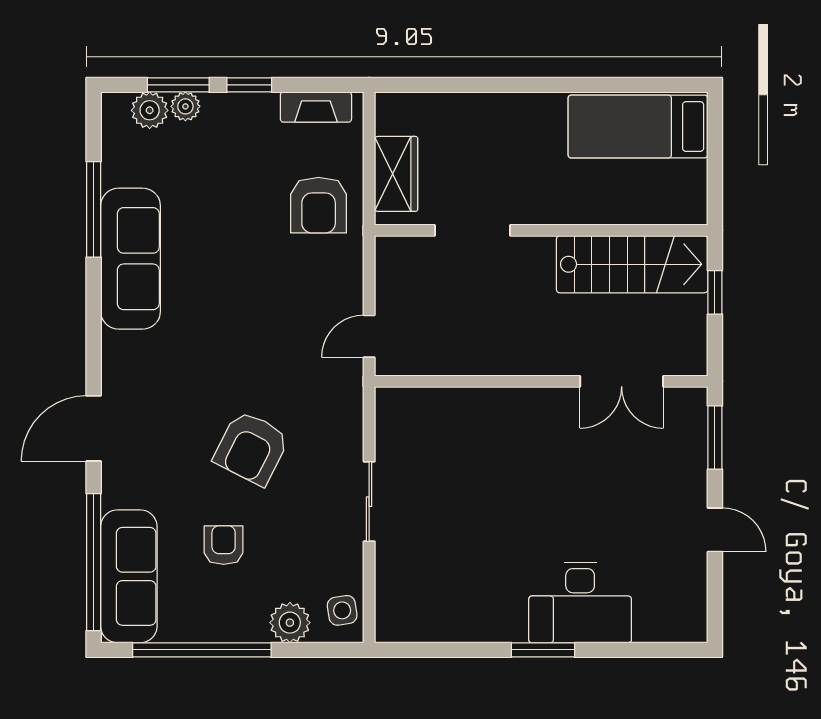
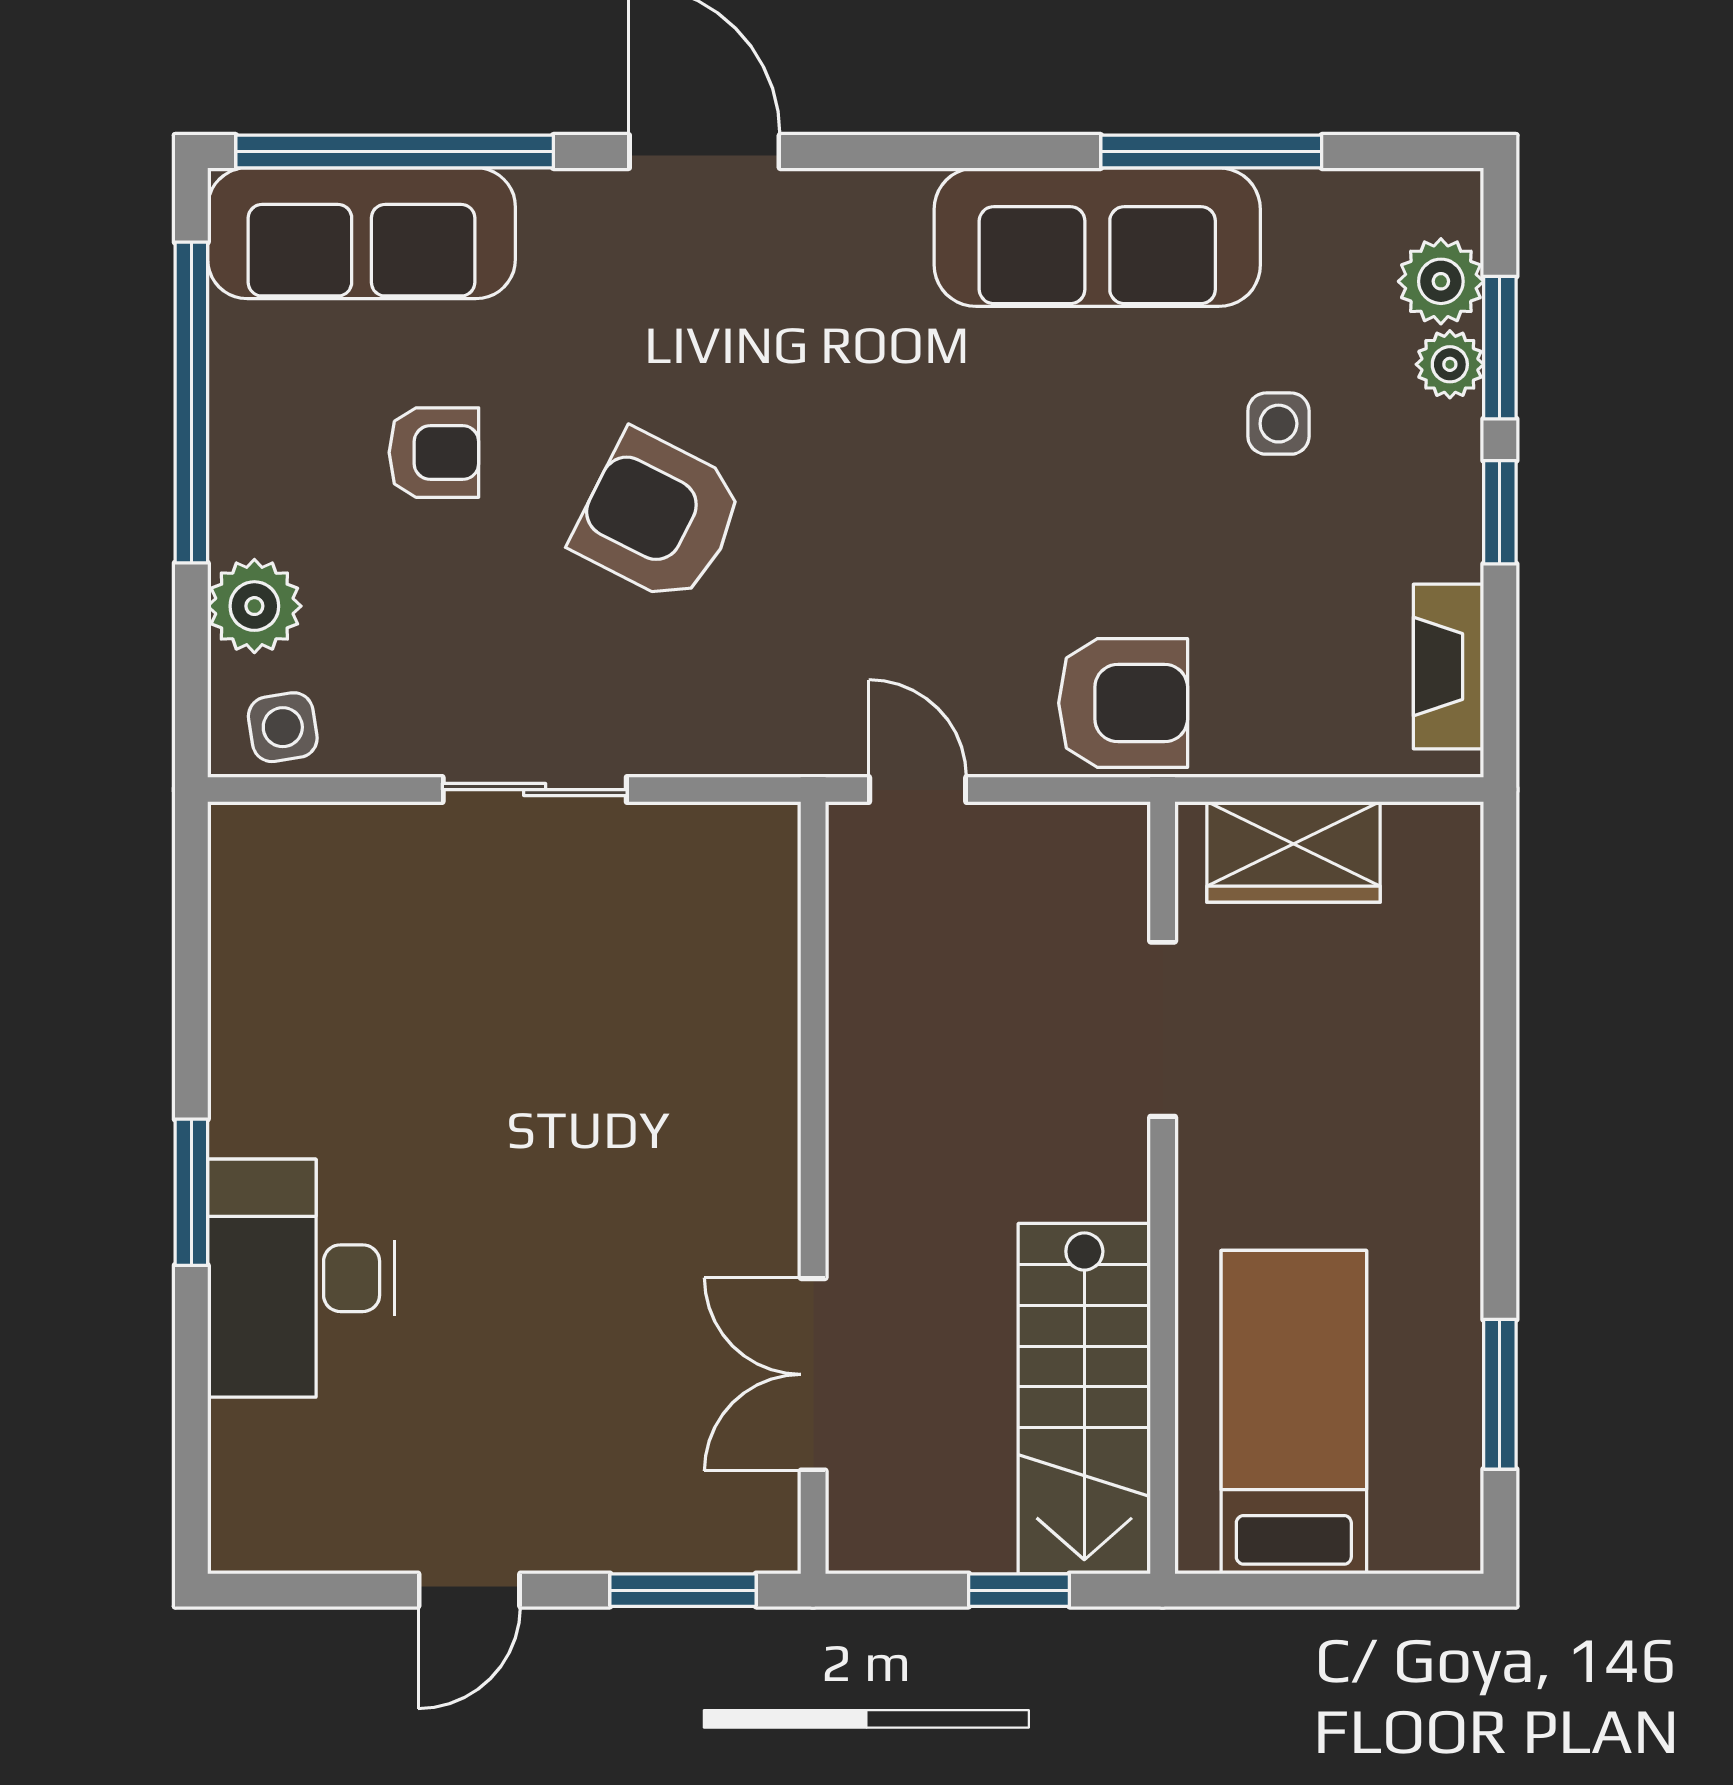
window: (630, 85) -> (1500, 1394), added
bed: (638, 127) -> (1294, 1412), moved
side table: (211, 180) -> (1278, 424), added
armchair: (319, 205) -> (1123, 703), moved, turned 180

